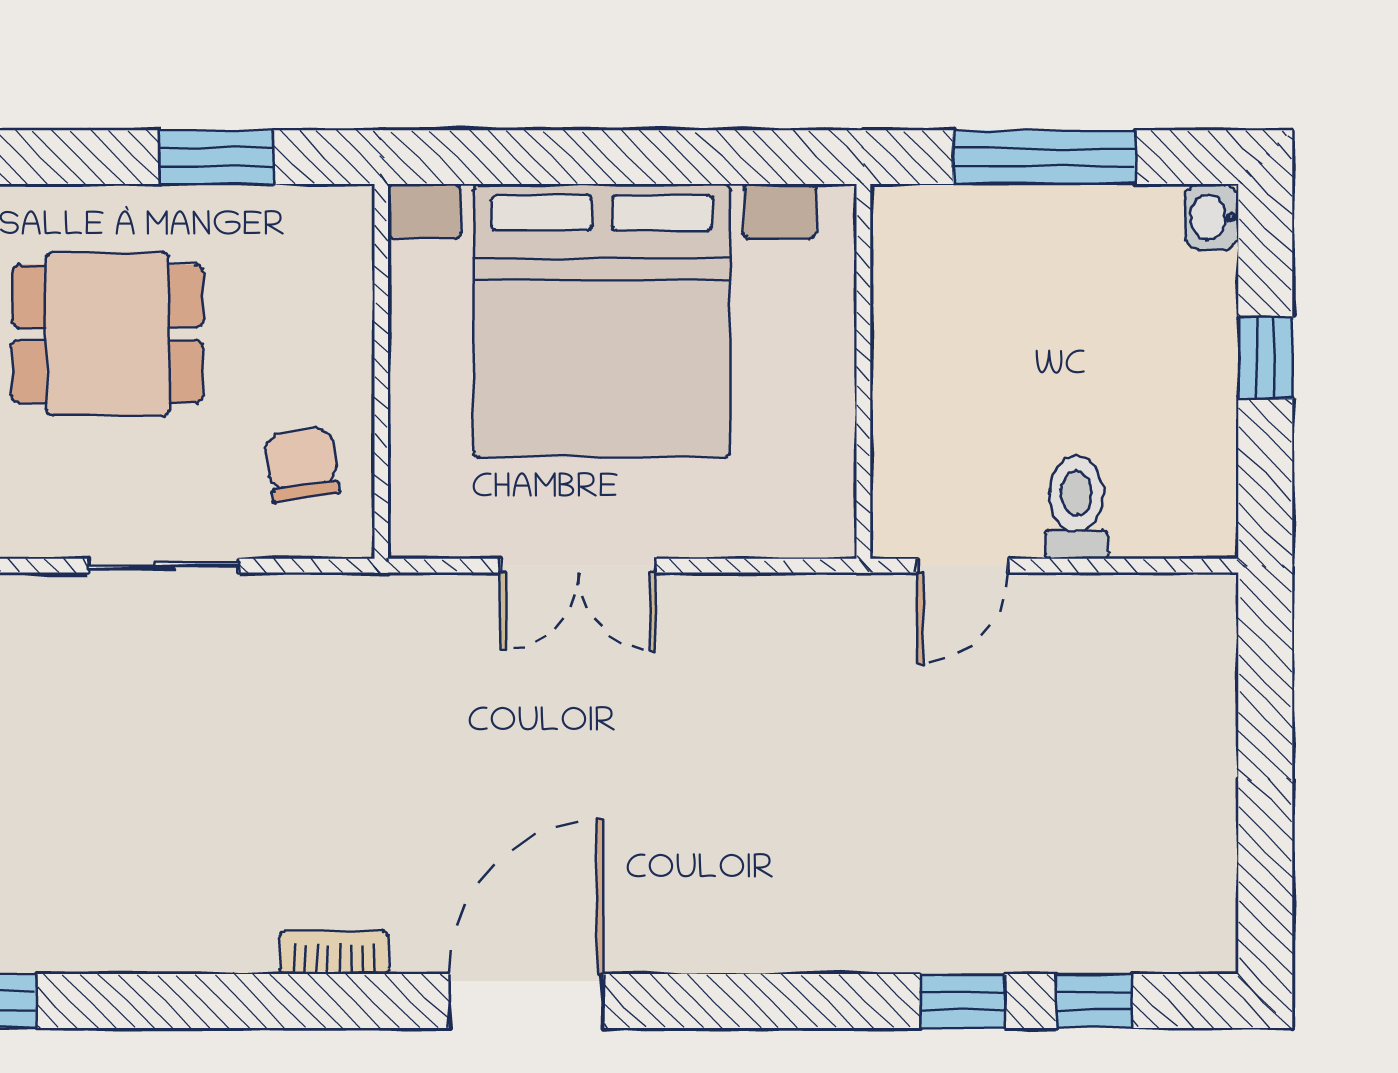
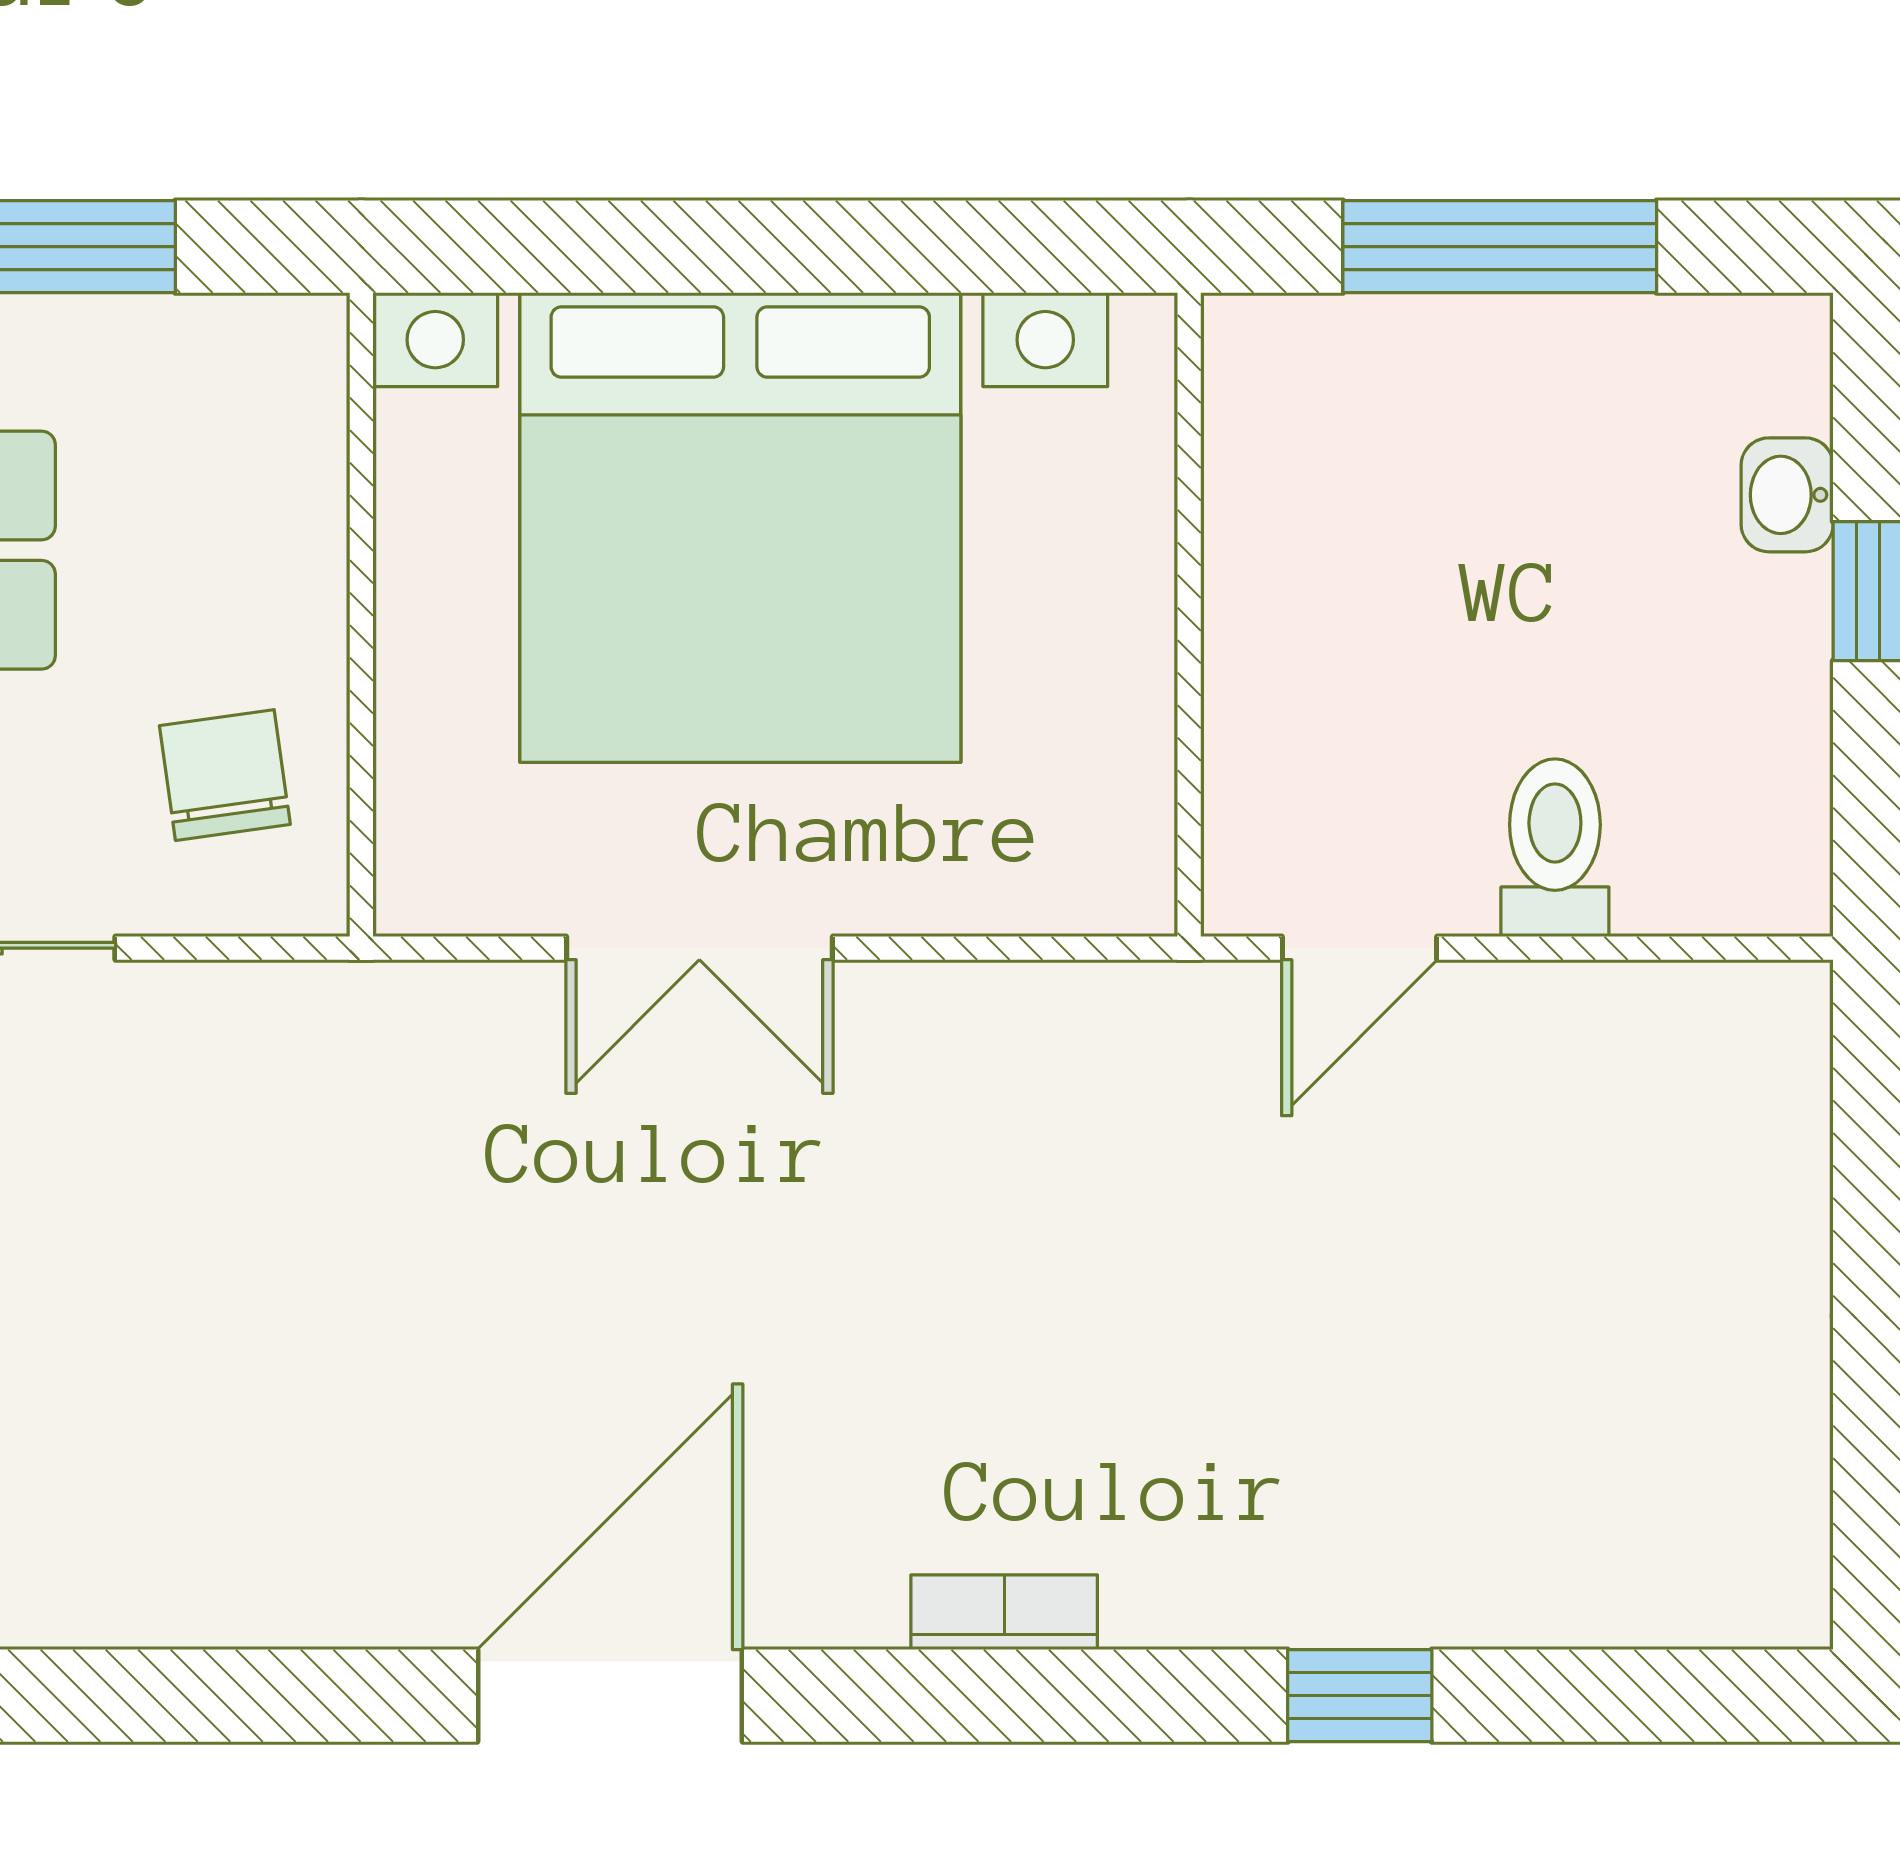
washbasin: (1212, 217) -> (1787, 495), moved
bookcase: (334, 952) -> (1004, 1612), moved
window: (1094, 1001) -> (1585, 1696), removed

